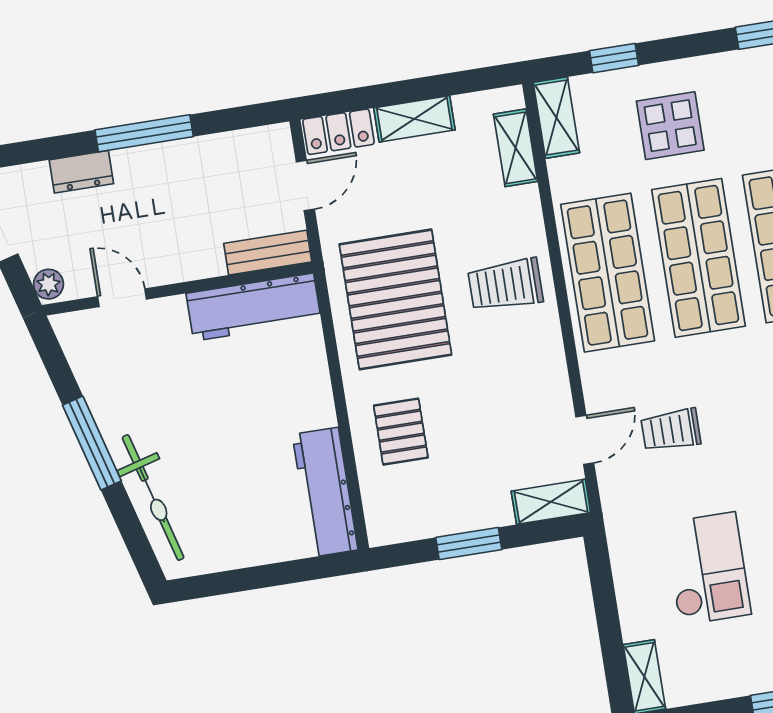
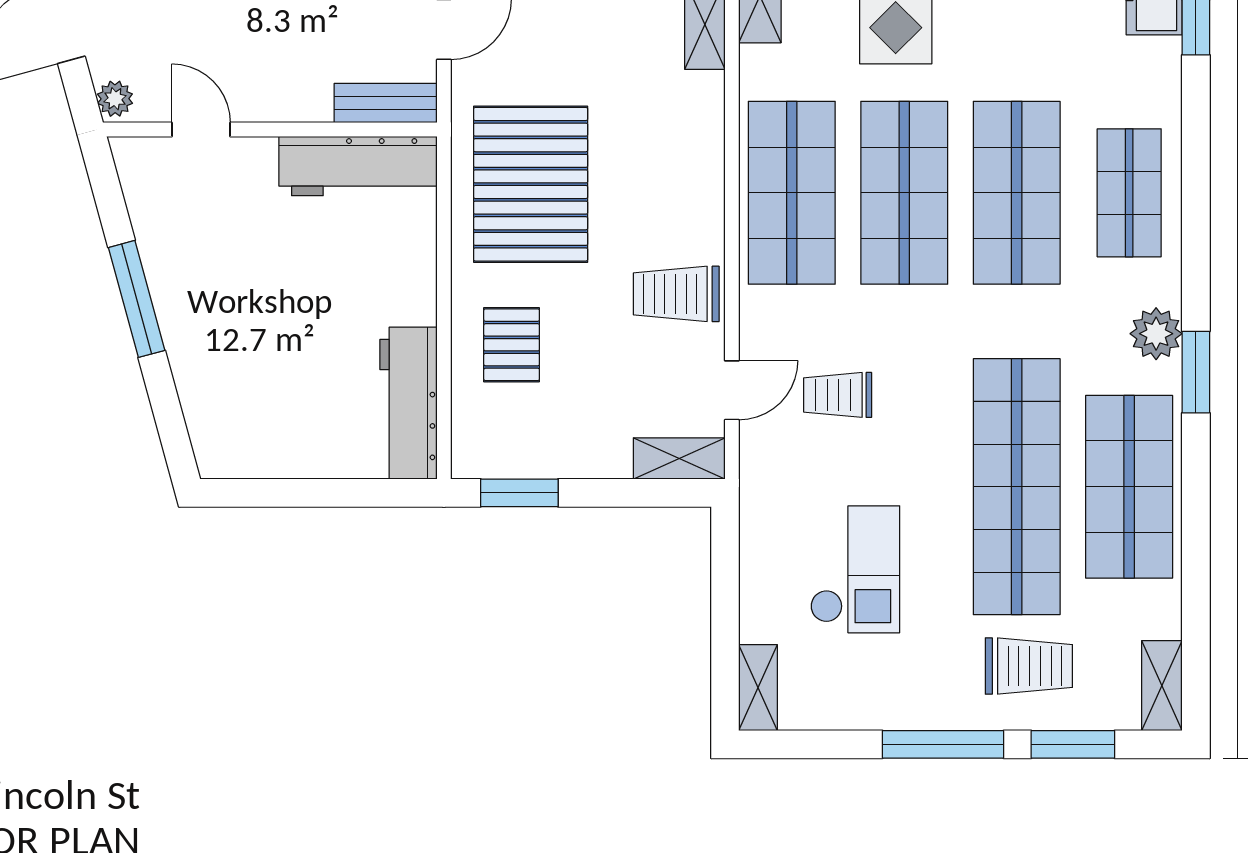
trolley: (505, 285) -> (676, 294), moved
bicycle: (153, 498) -> (200, 376), removed
window: (469, 543) -> (519, 493), moved

